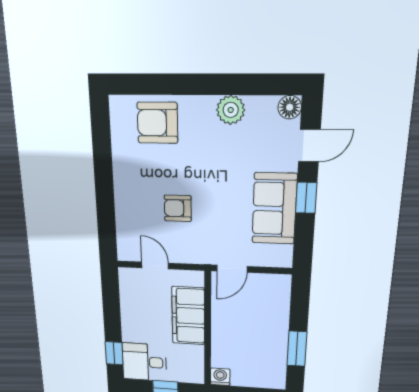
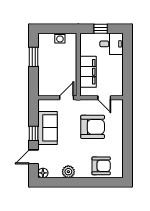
armchair: (178, 208) -> (93, 127), width x1.88, depth x1.88
window: (114, 353) -> (127, 48), removed
washing machine: (220, 377) -> (60, 38), moved

